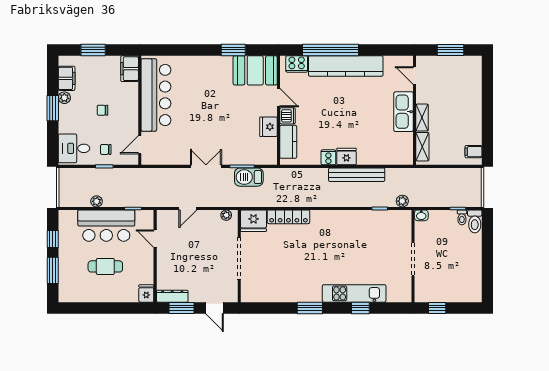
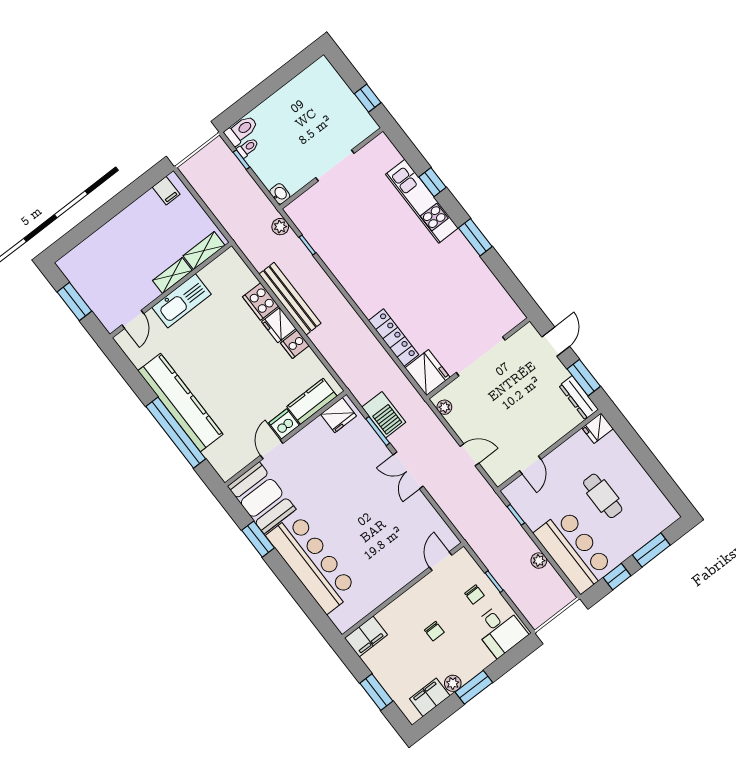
cooker: (297, 64) -> (261, 301), moved, turned 180
bar counter: (156, 95) -> (312, 563), moved, turned 90
fridge: (269, 127) -> (339, 415), moved
door: (140, 145) -> (441, 561), swing flipped
bar counter: (106, 226) -> (574, 551), moved

